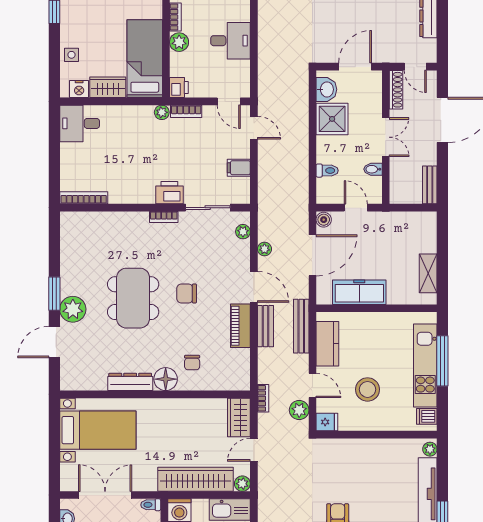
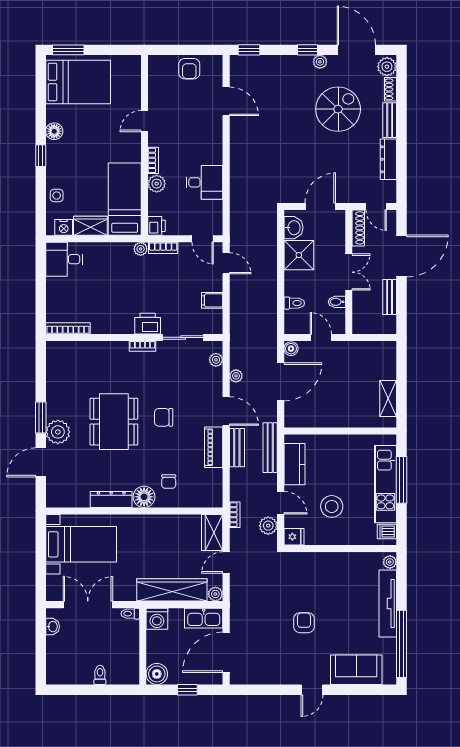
bench: (430, 185) -> (390, 297), moved
freezer: (359, 292) -> (324, 416), removed

